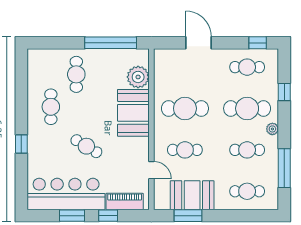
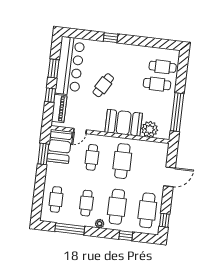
cafe table: (247, 67) -> (147, 210), width x1.37, depth x1.35
cafe table: (51, 107) -> (163, 67), moved
booth: (192, 195) -> (59, 146), moved

